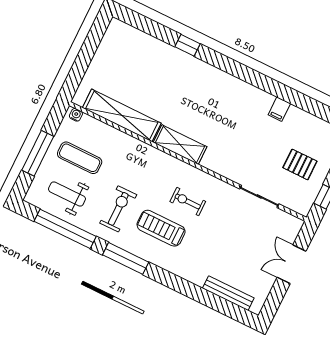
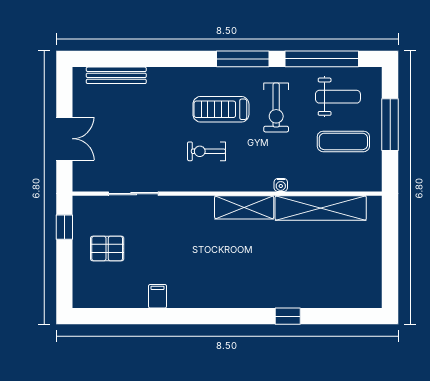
water cooler: (76, 115) -> (281, 185), moved
exercise bike: (188, 202) -> (207, 151), turned 180
treadmill: (161, 228) -> (221, 109), turned 180

